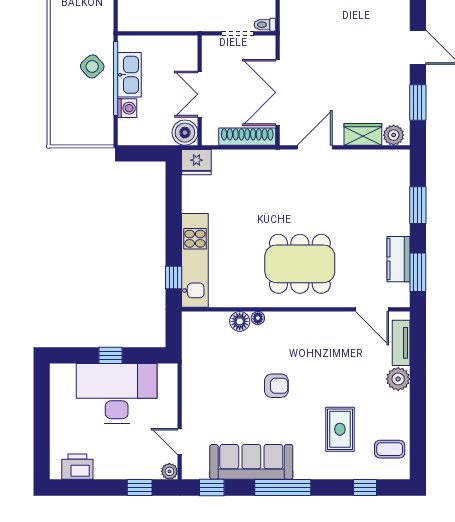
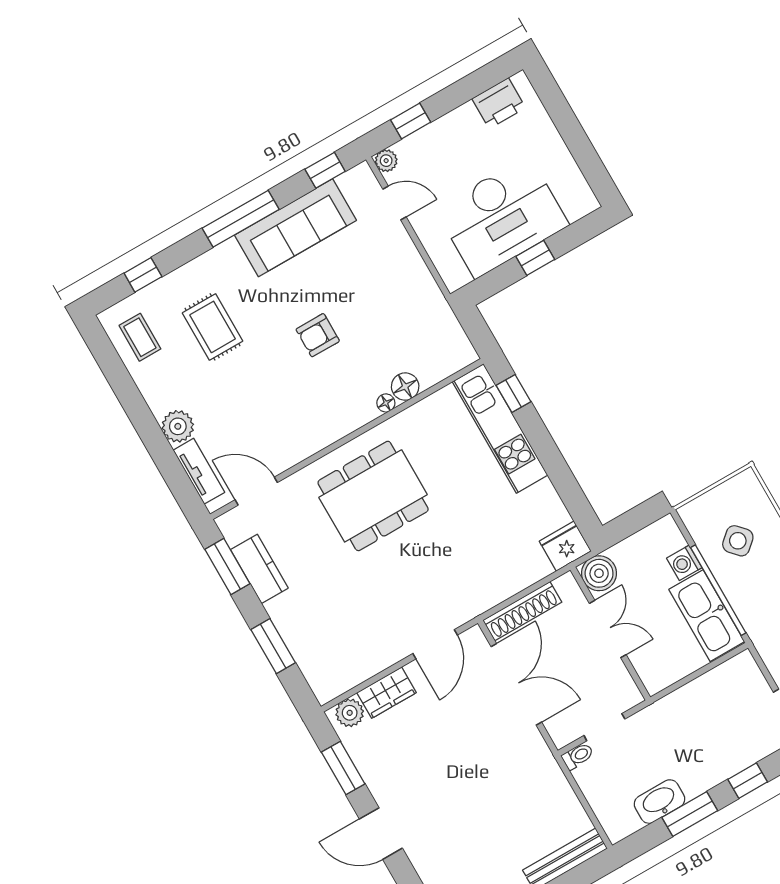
side table: (92, 66) -> (738, 541), moved
kitchen sink: (129, 75) -> (707, 616), width x1.36, depth x1.24
coffee table: (390, 449) -> (140, 337), turned 90

